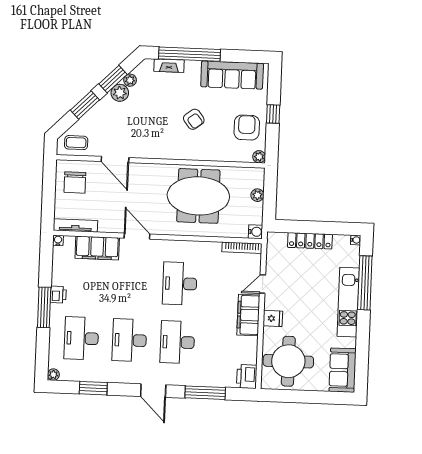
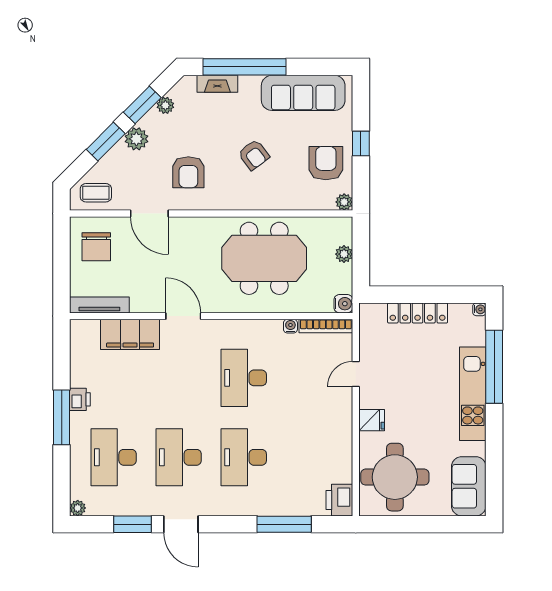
plant: (120, 93) -> (136, 139), moved
armchair: (145, 130) -> (188, 172), added
water cooler: (58, 240) -> (290, 326), moved
filing cabinet: (248, 315) -> (338, 417), removed
door: (153, 391) -> (181, 524), moved

